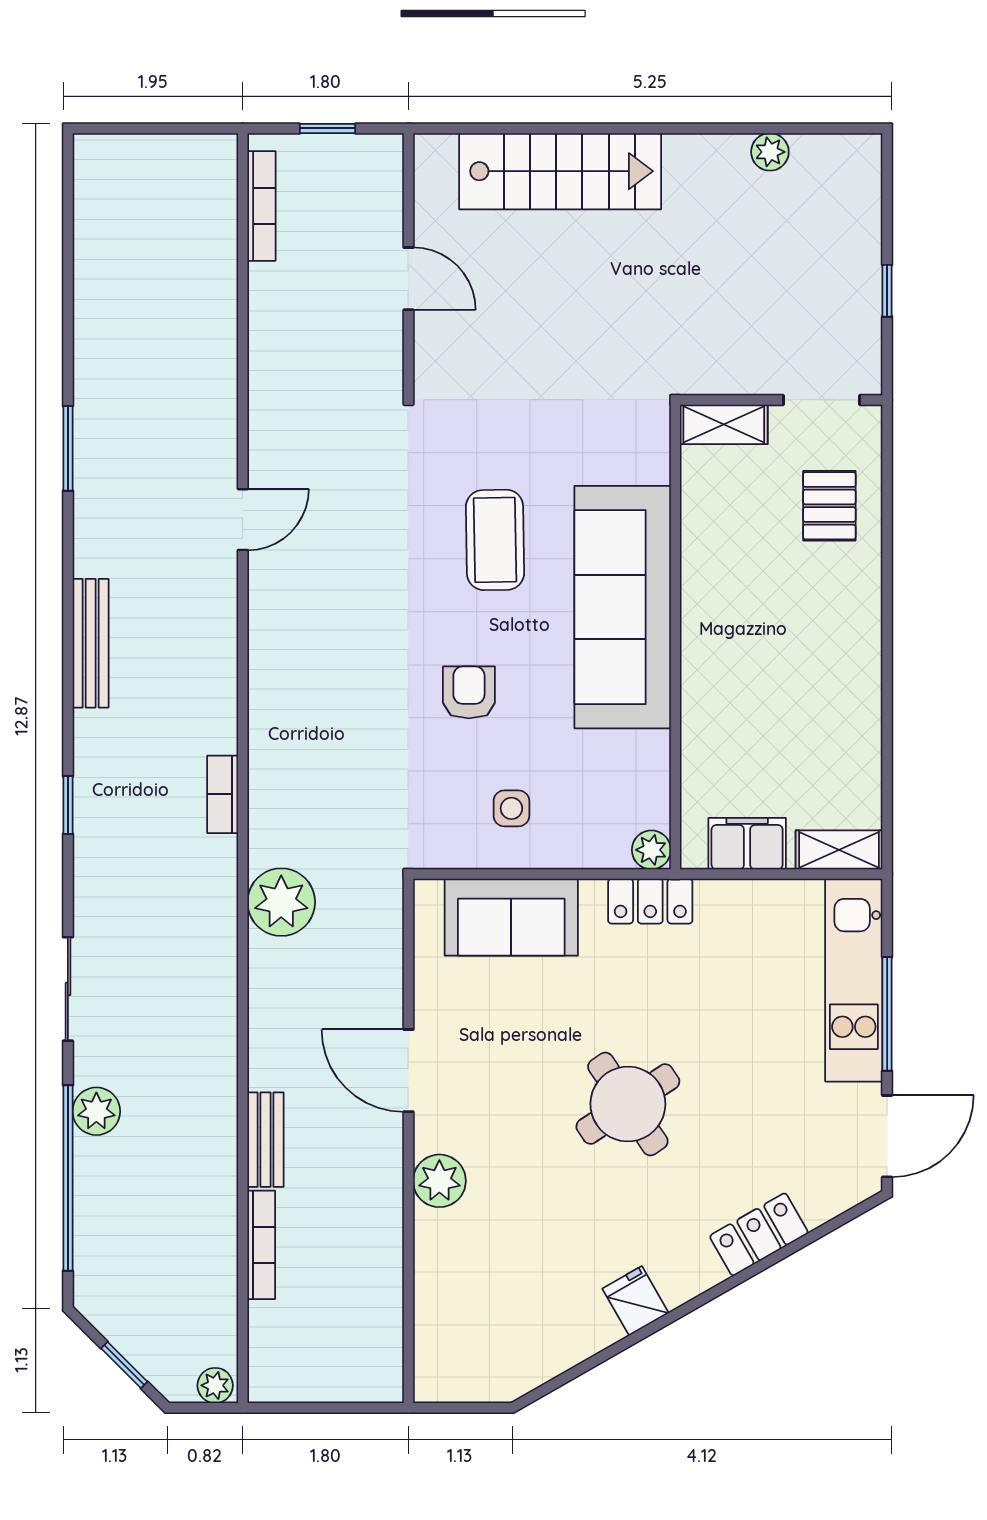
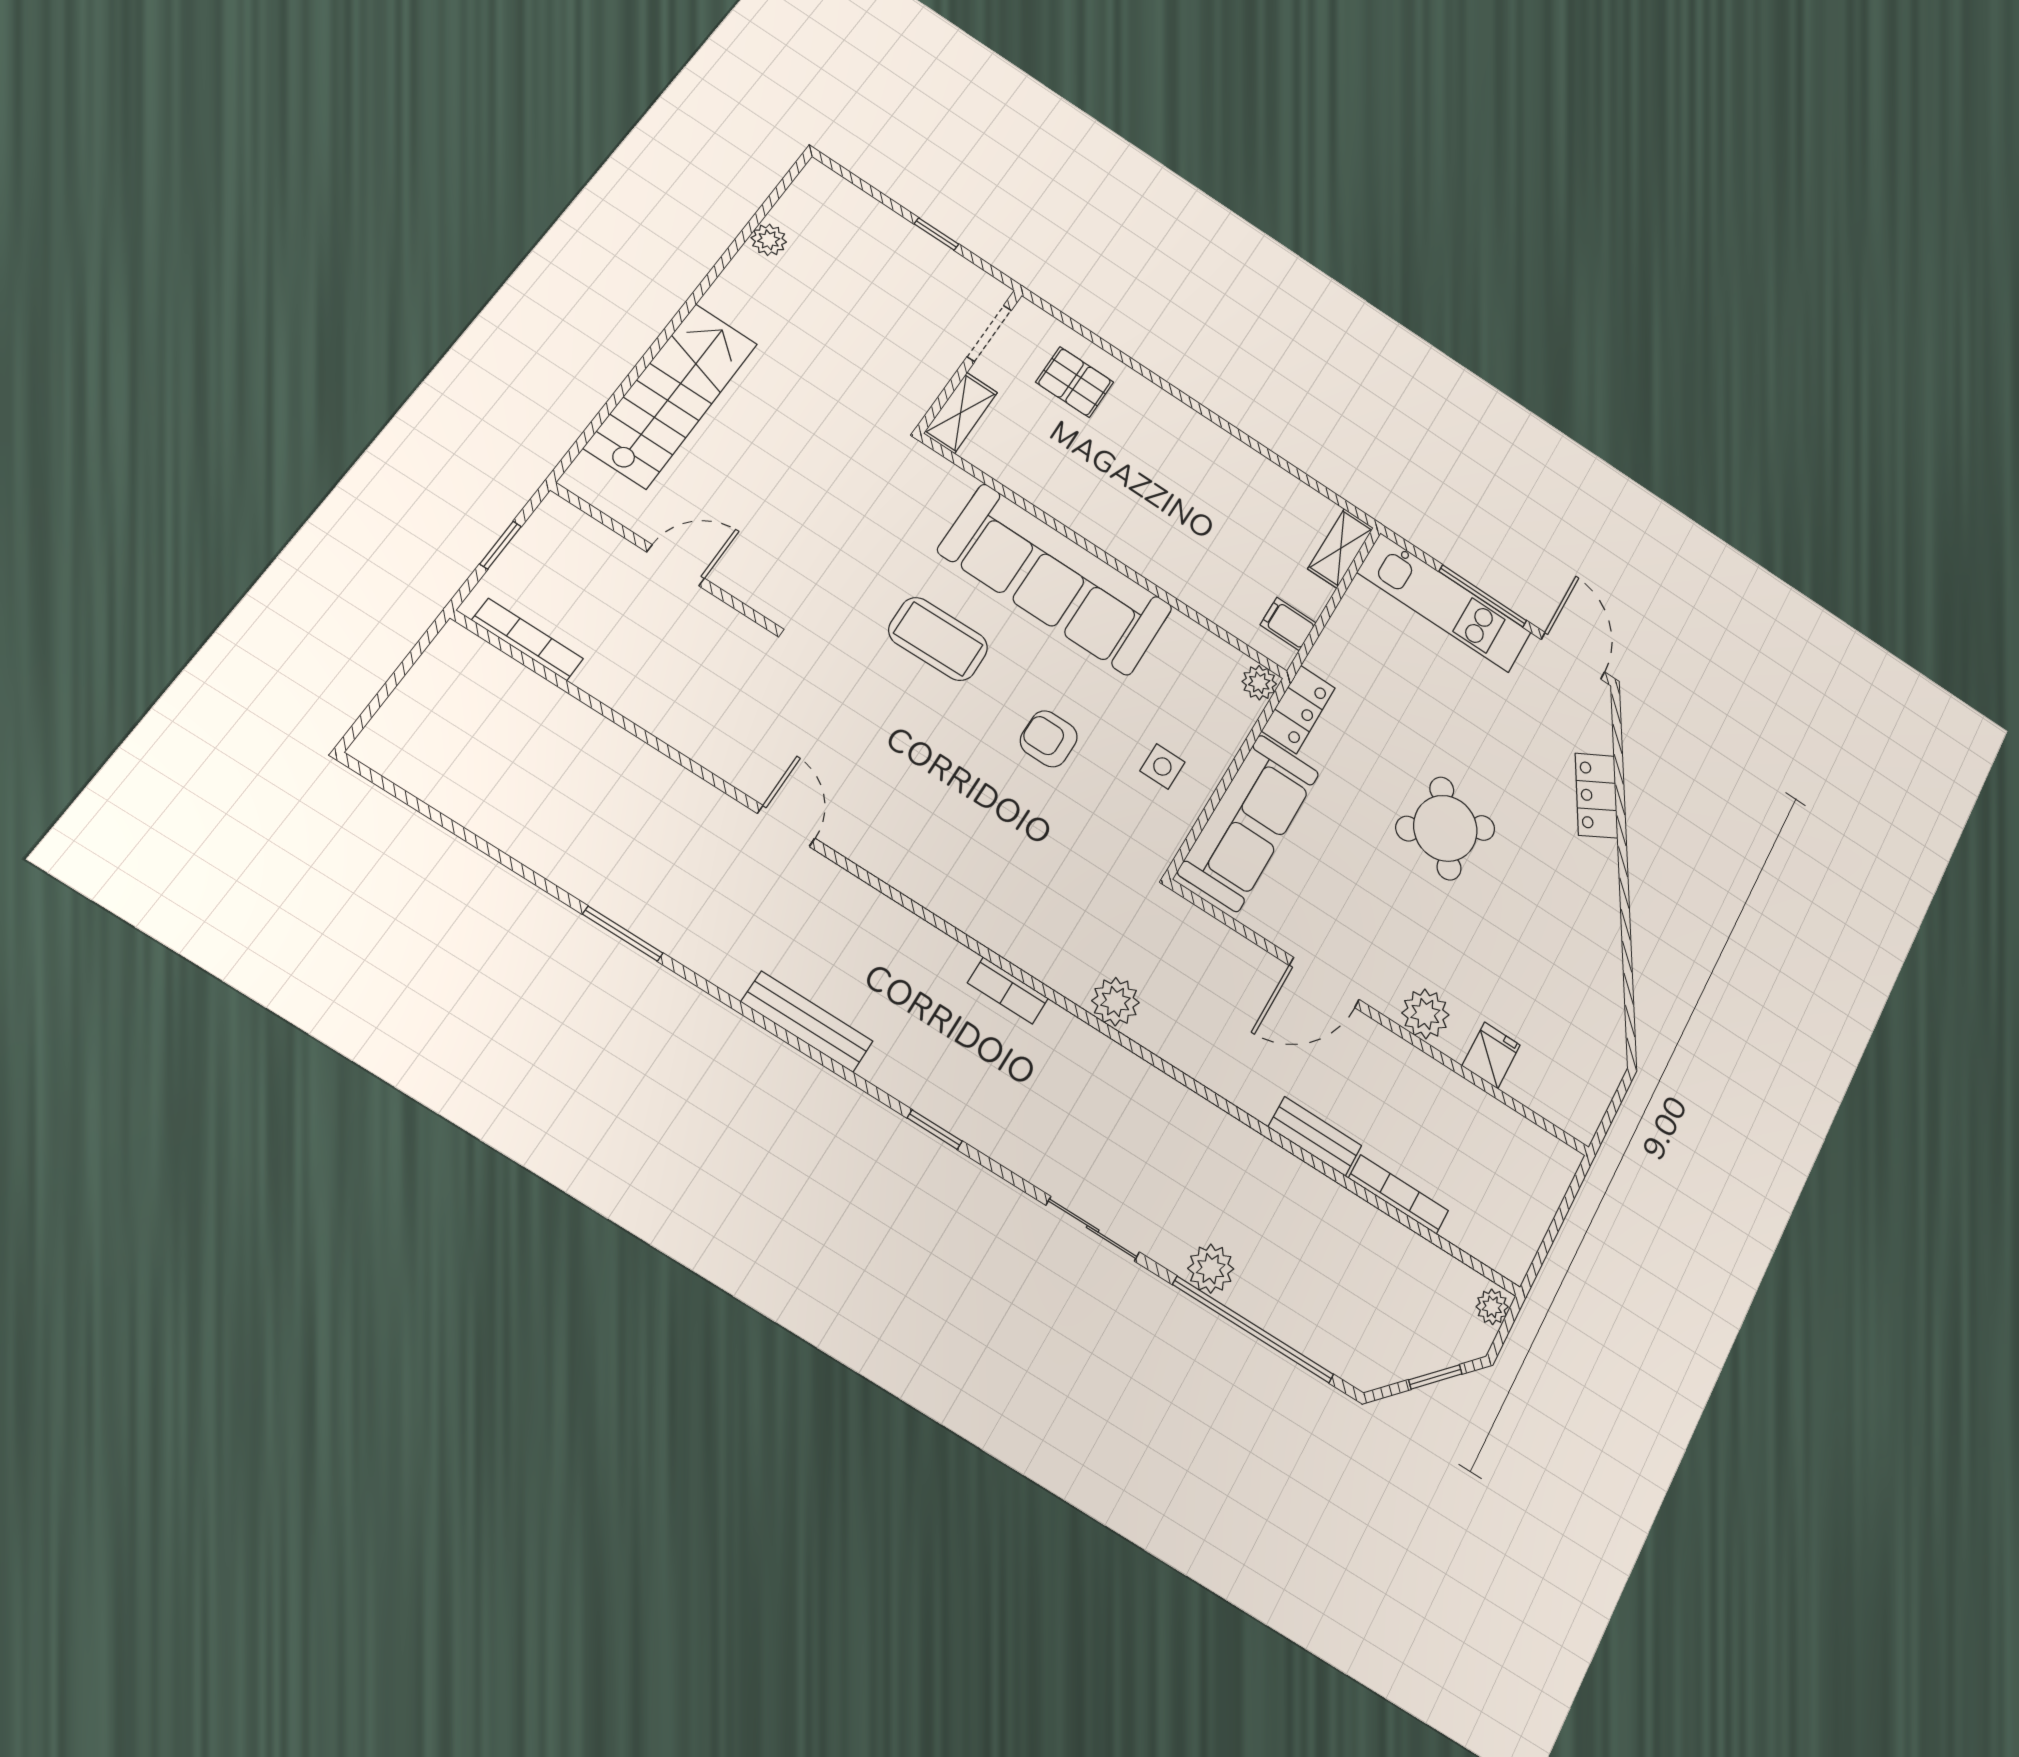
filing cabinet: (747, 844) -> (1288, 624), width x0.50
plant: (281, 902) -> (1115, 1002), width x0.73, depth x0.73
sofa: (511, 917) -> (1249, 823), width x1.36
fridge: (636, 1301) -> (1491, 1055), moved, turned 120

